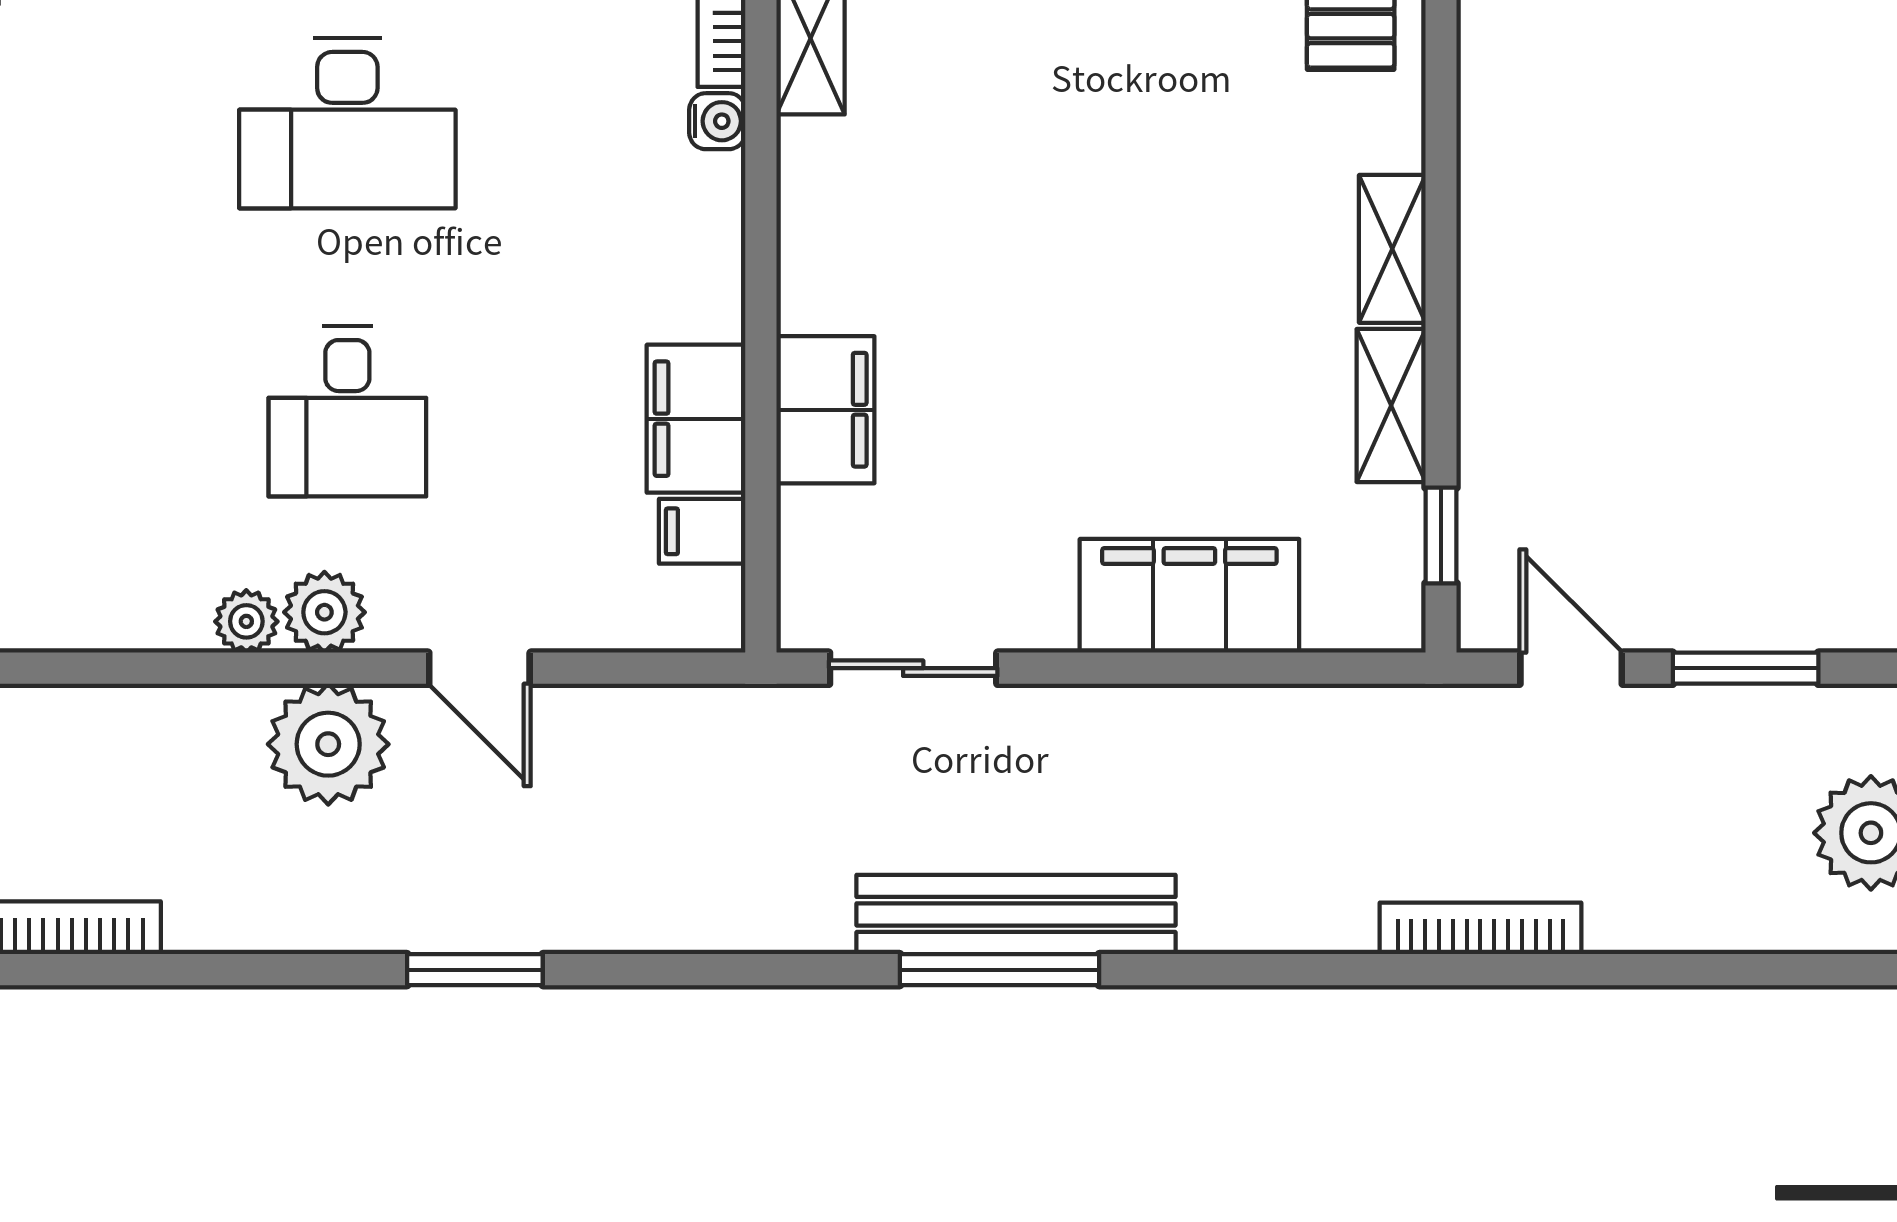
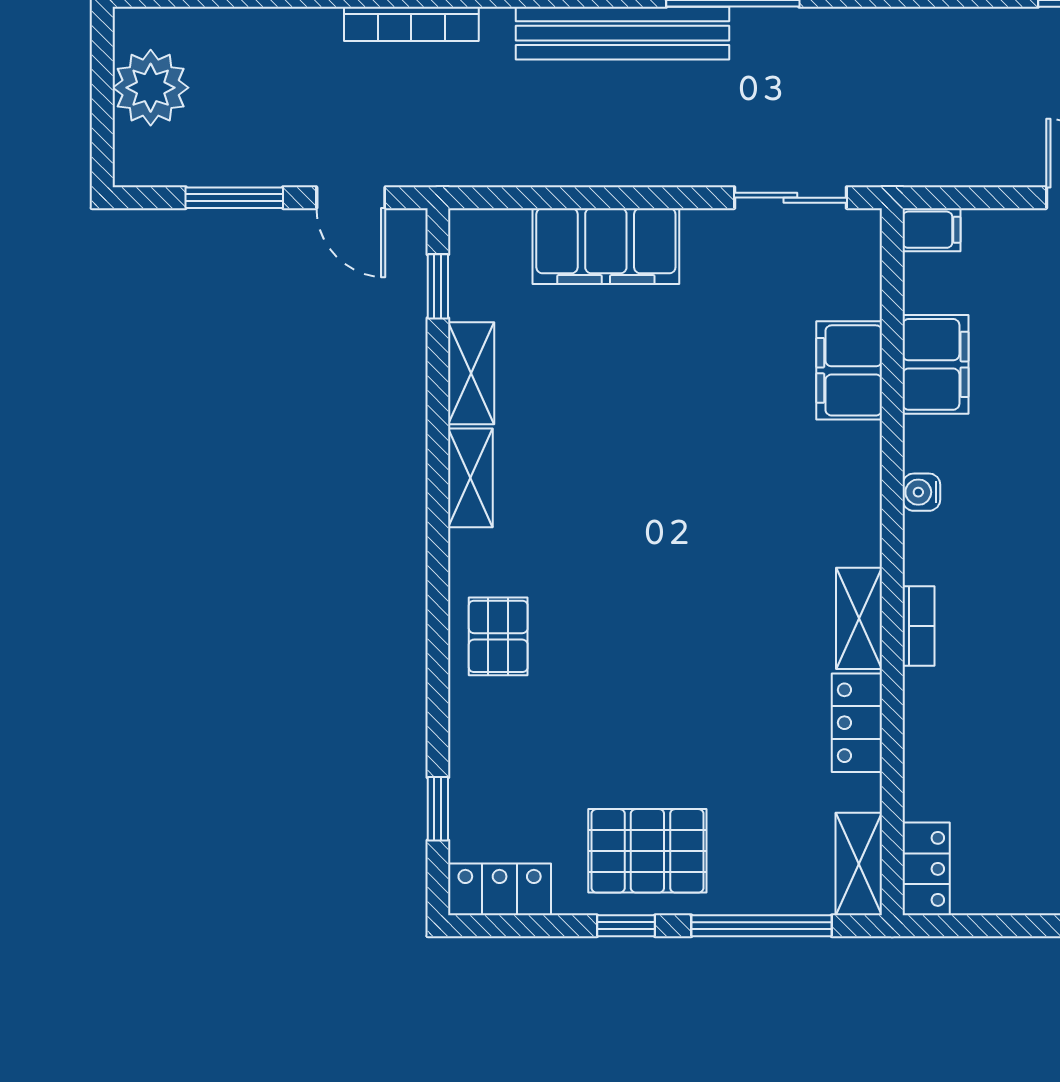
water cooler: (717, 121) -> (921, 492), moved
filing cabinet: (702, 531) -> (931, 230), moved
bench: (1016, 914) -> (623, 33), moved

